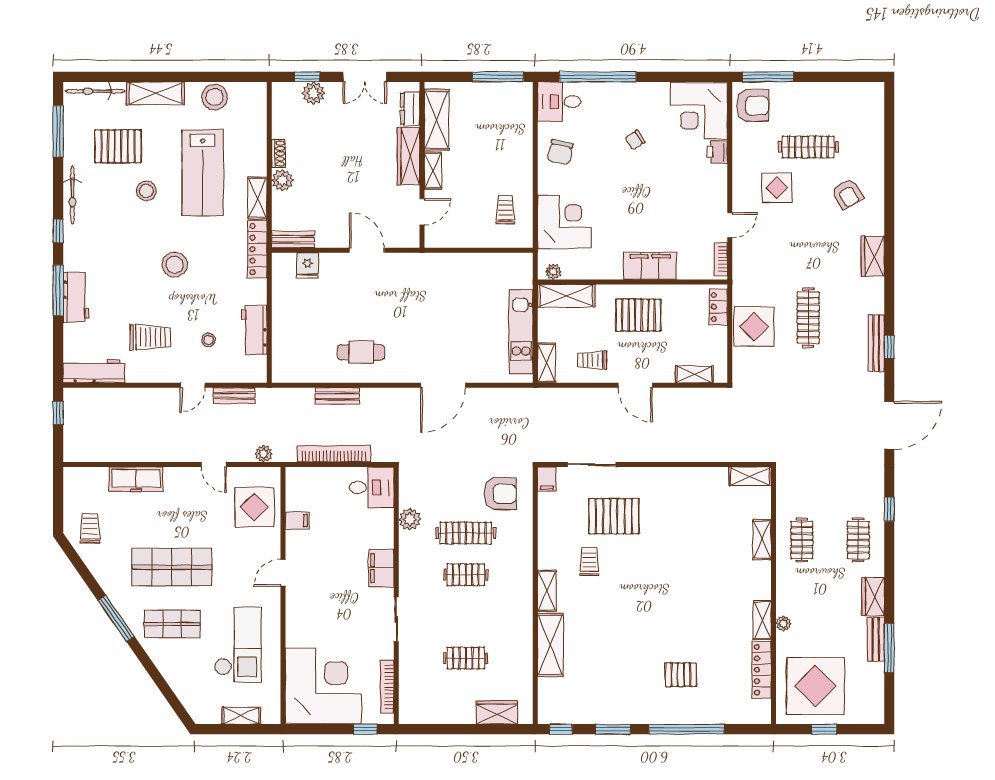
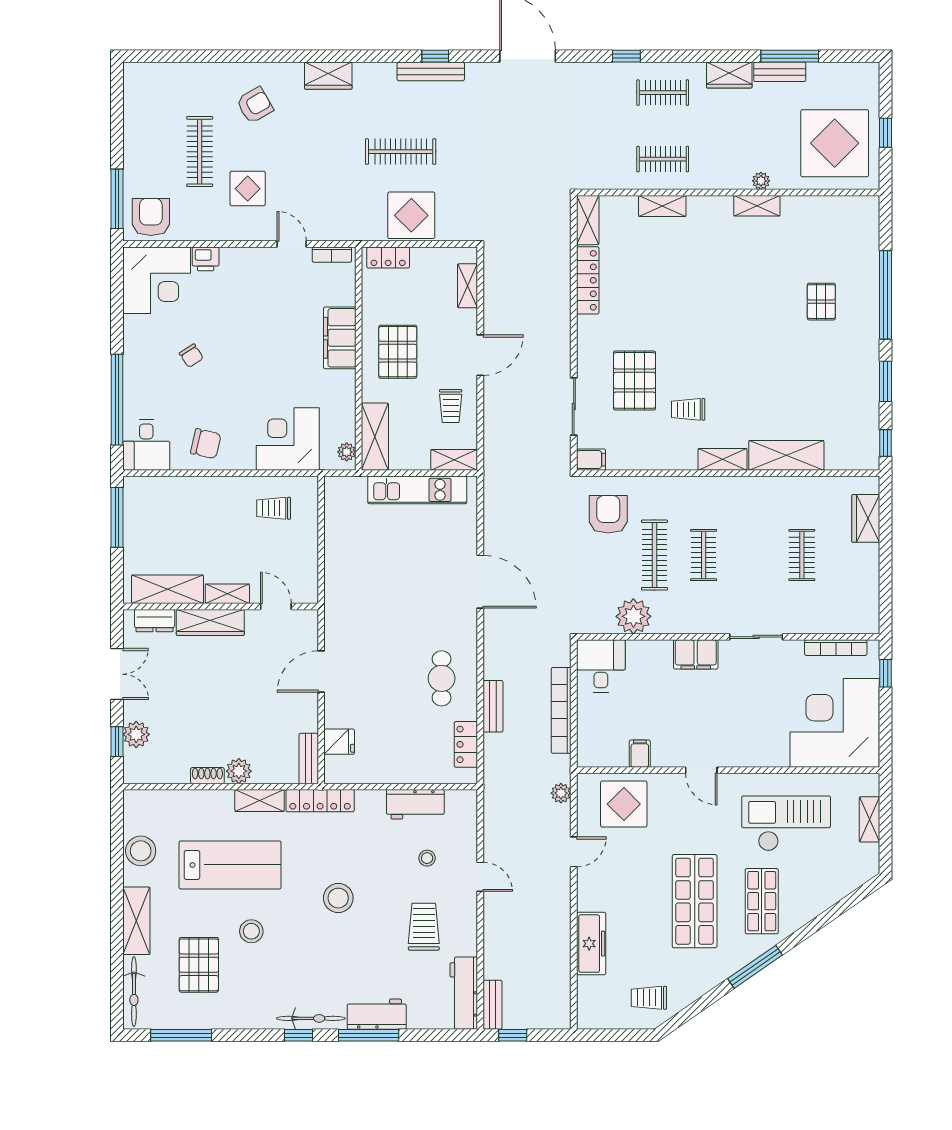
bicycle: (72, 195) -> (311, 1018), moved
locker: (305, 373) -> (466, 744), added
bench: (234, 395) -> (492, 1005), moved
plant: (410, 519) -> (633, 616), width x1.36, depth x1.36
locker: (762, 670) -> (588, 280), moved, turned -90

